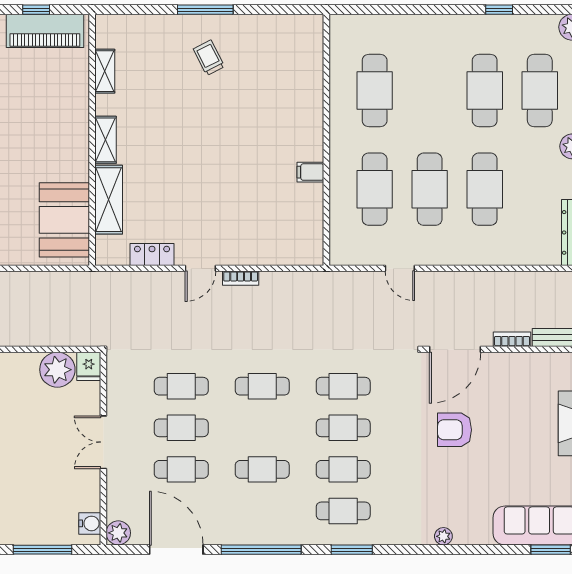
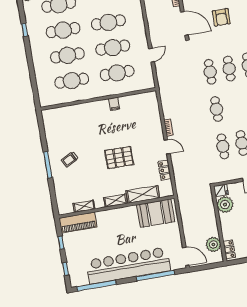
piano: (45, 31) -> (78, 222), moved, turned 90
cafe table: (430, 90) -> (67, 55), added
pallet: (195, 163) -> (119, 158), added

